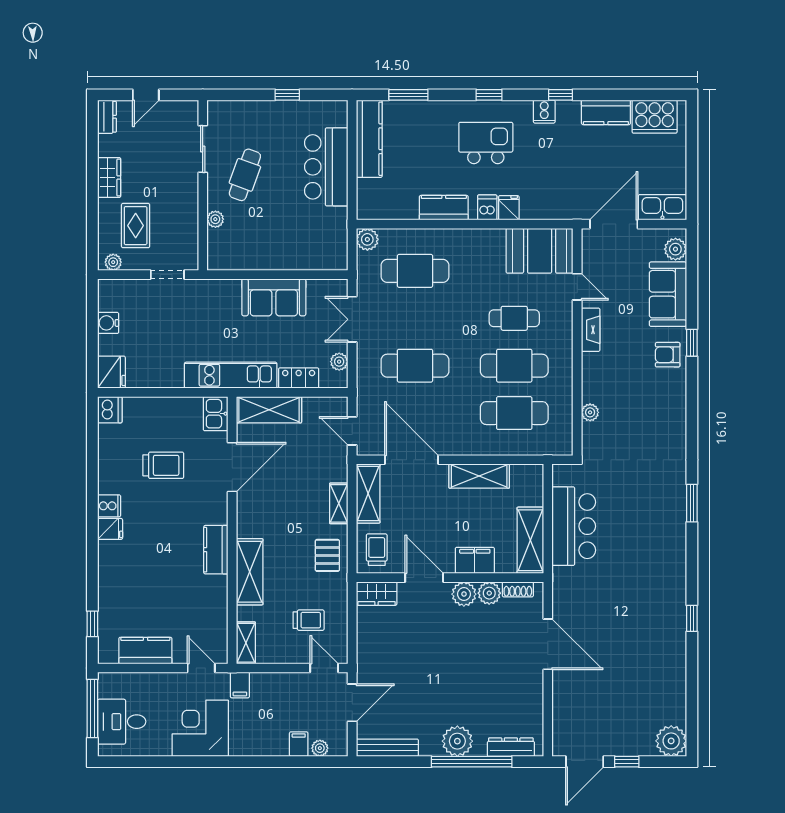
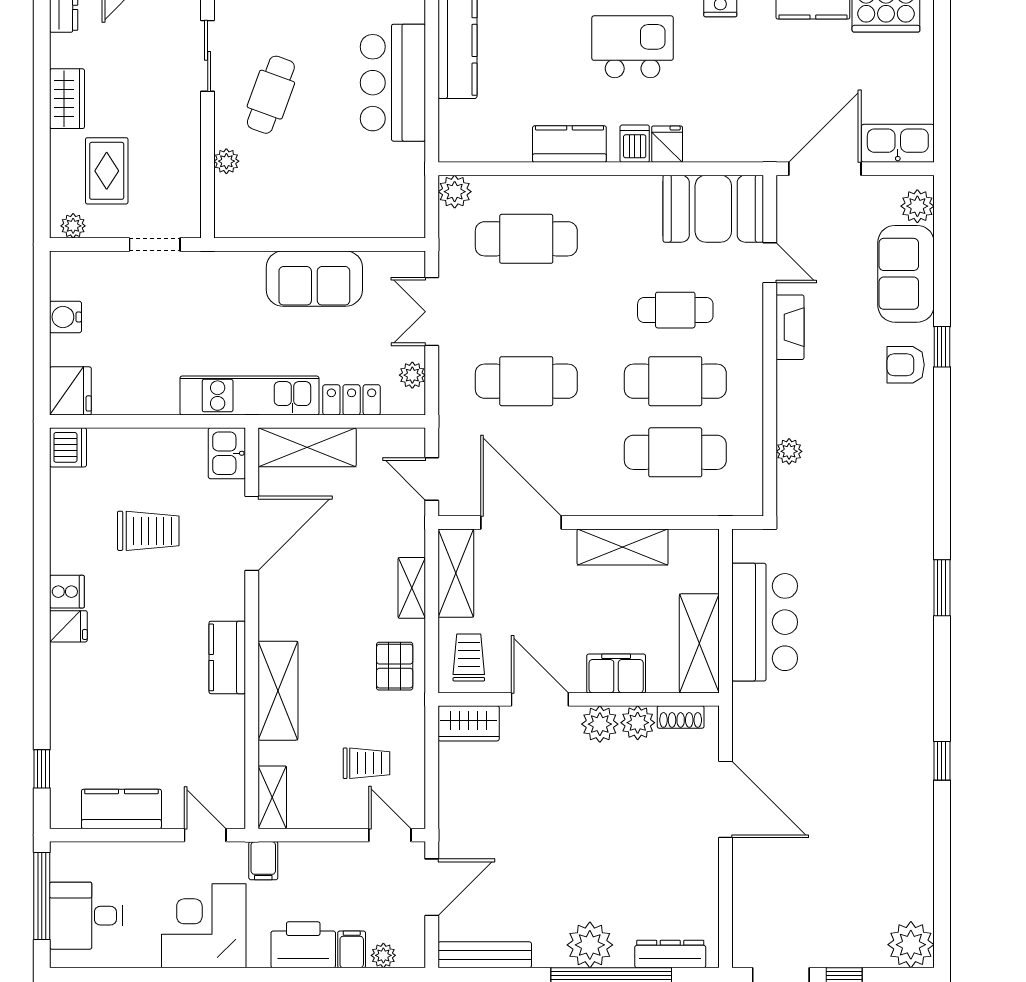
printer: (266, 741) -> (303, 945), added

